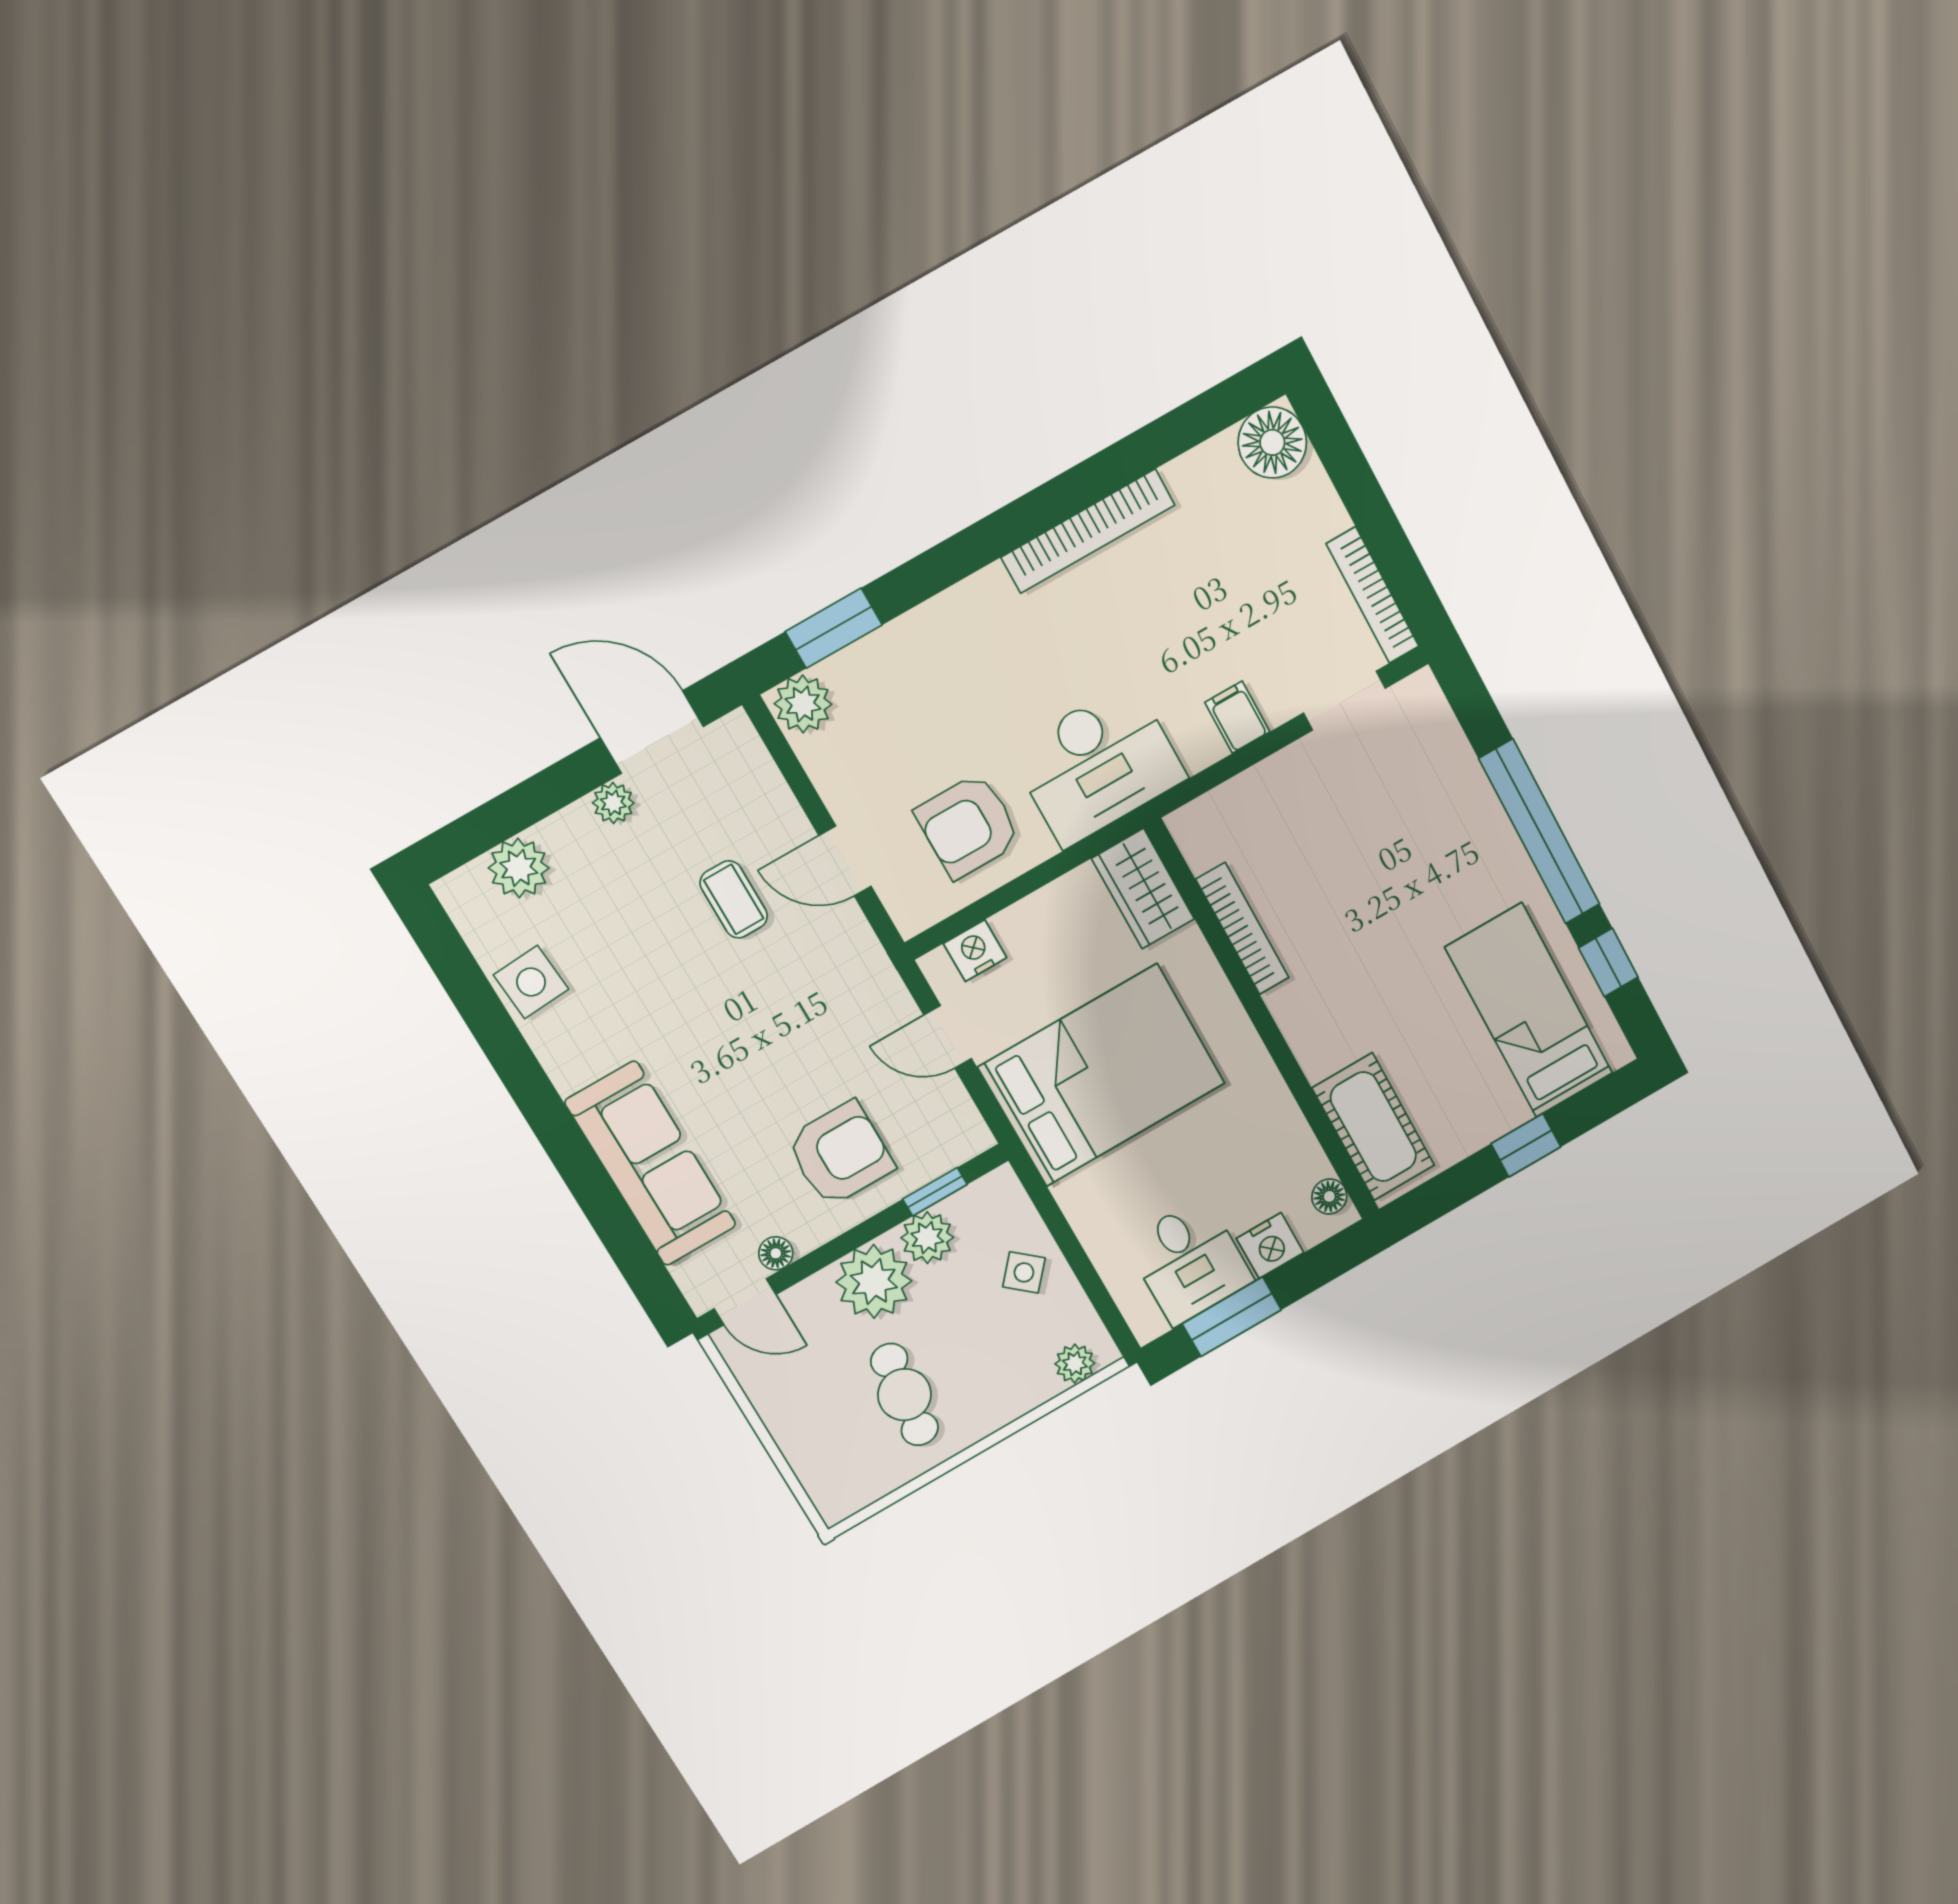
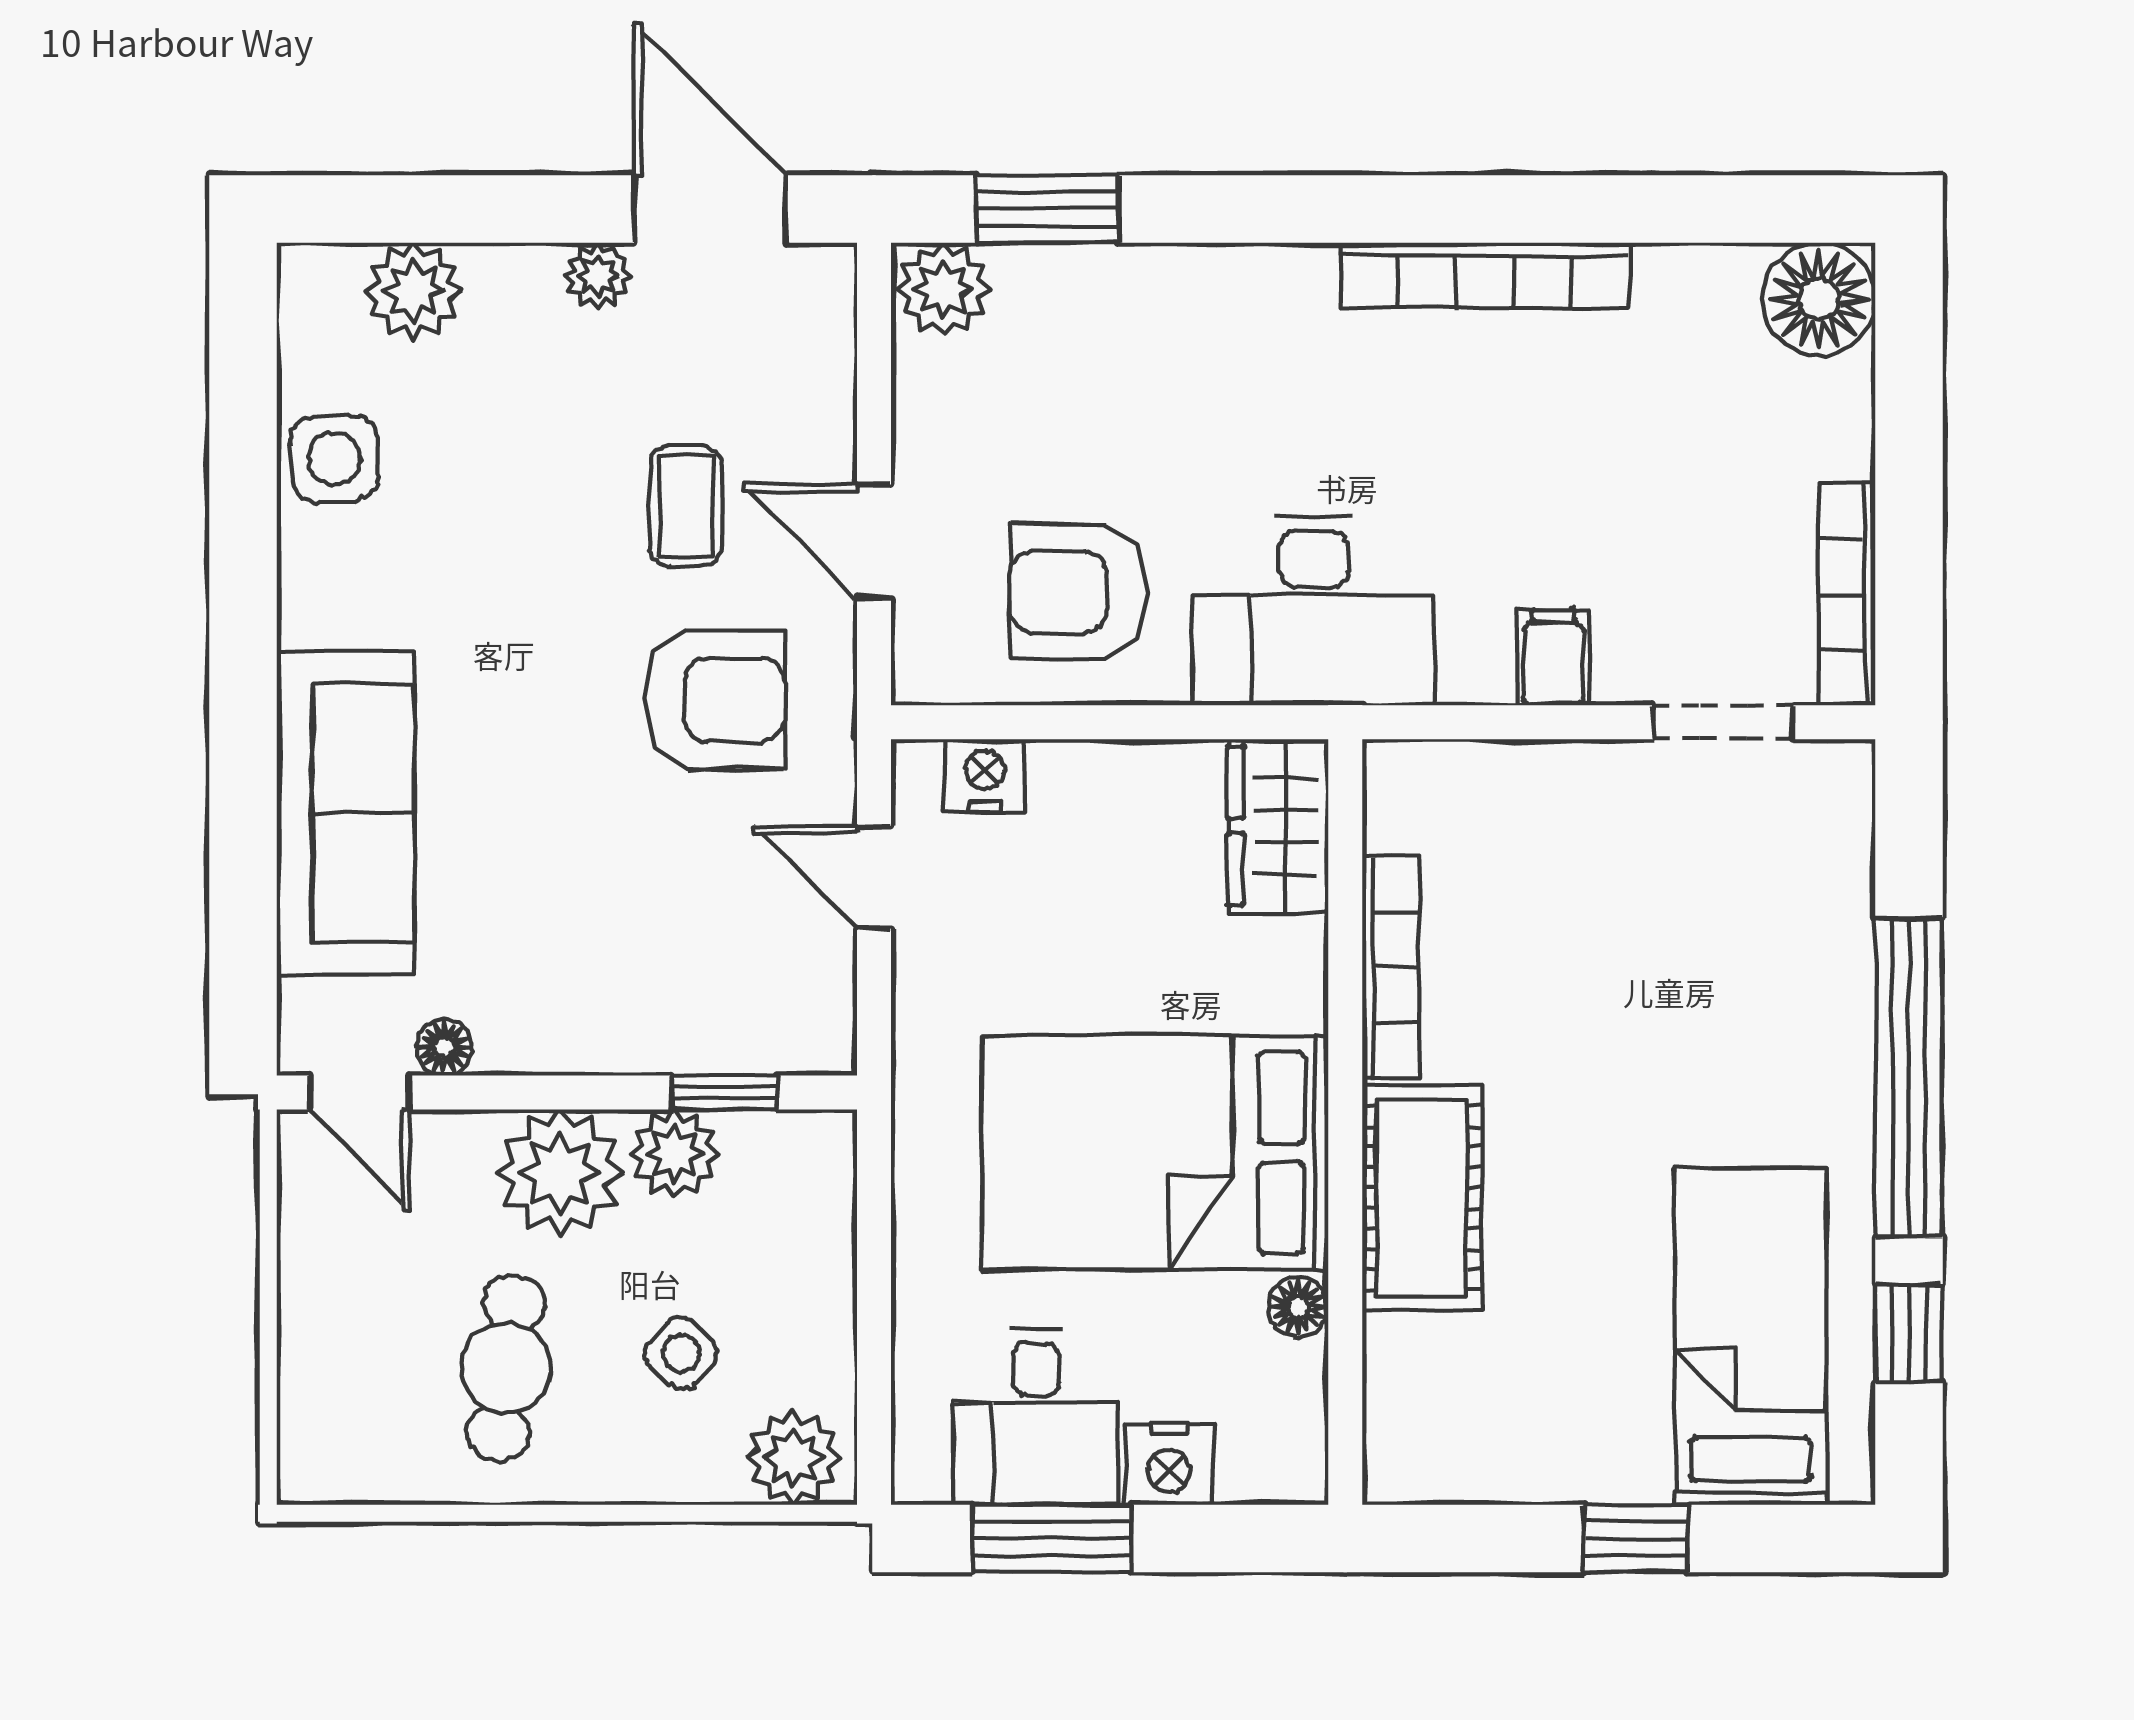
bed: (1102, 1075) -> (1155, 1153), moved, turned 180
cot: (1373, 1127) -> (1422, 1198), moved
armchair: (840, 1154) -> (715, 700), moved
floor lamp: (1329, 1196) -> (1298, 1307), moved
side table: (1024, 1272) -> (681, 1353), moved
plant: (1075, 1364) -> (793, 1458), width x1.38, depth x1.38

